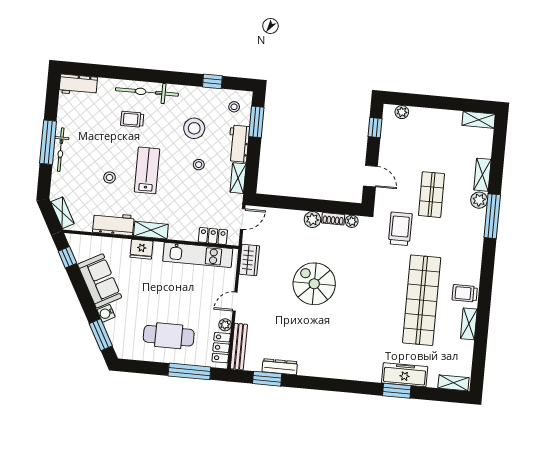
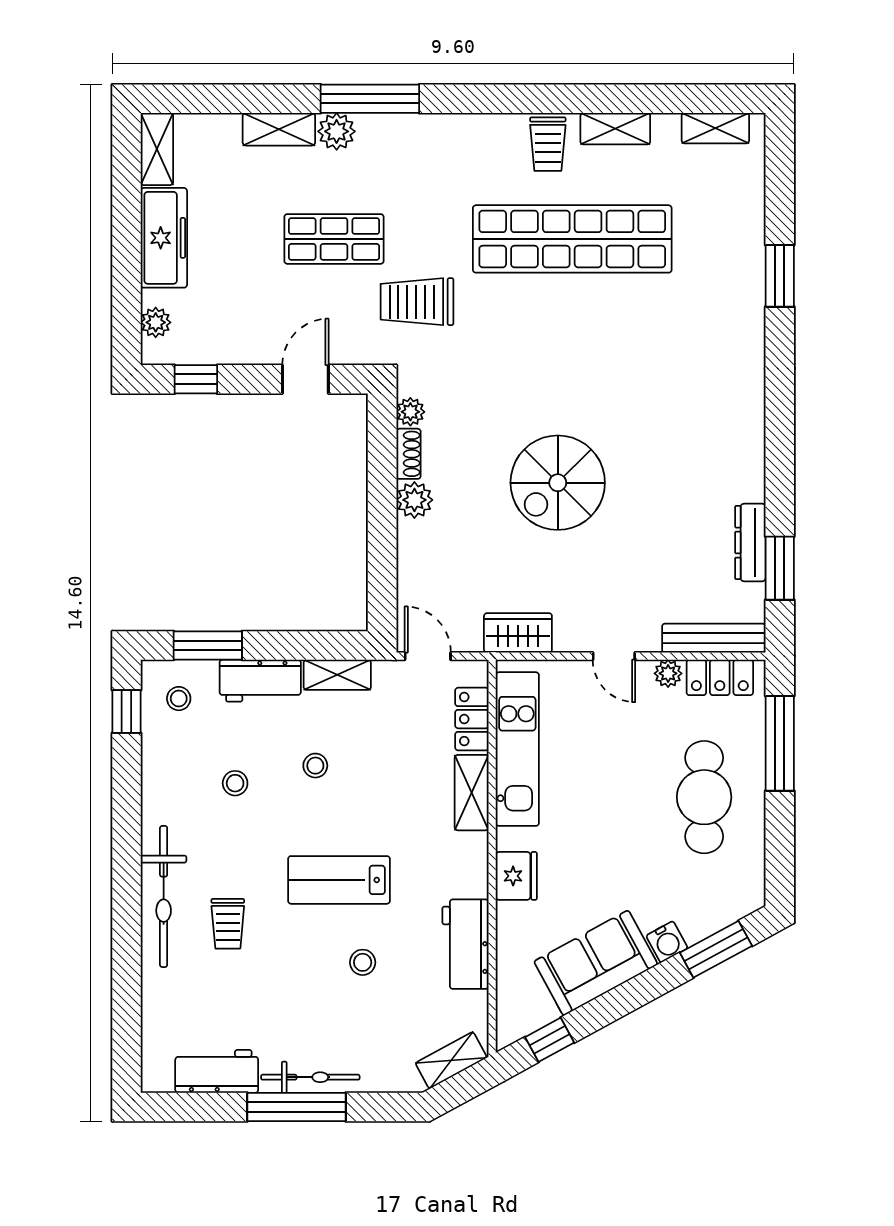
window: (212, 81) -> (126, 711), moved
workbench: (78, 85) -> (217, 1071), moved, turned -90
stool: (194, 128) -> (235, 783), width x0.53, depth x0.53
shelving: (151, 230) -> (472, 793), moved
freezer: (405, 375) -> (164, 238), moved, turned 180
shelving: (453, 383) -> (715, 128), moved, turned 90

